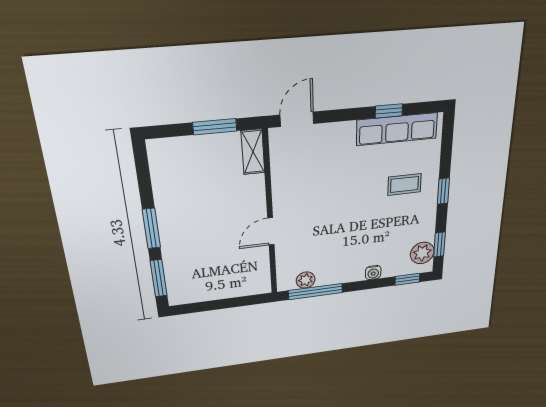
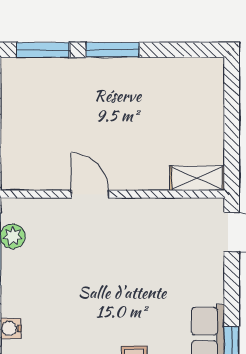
window: (215, 127) -> (232, 137), removed

